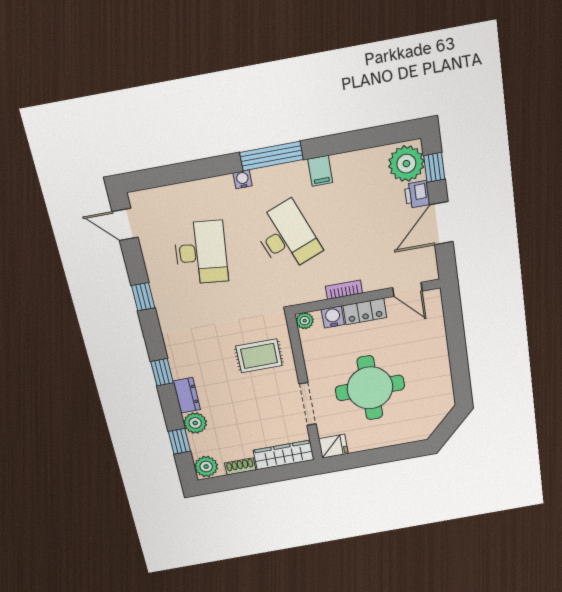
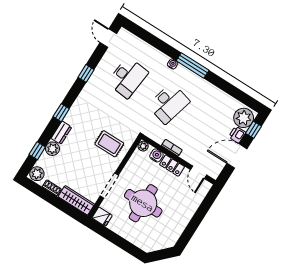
filing cabinet: (320, 171) -> (207, 89), removed
desk: (287, 237) -> (169, 103), turned 36

